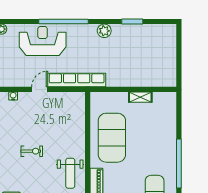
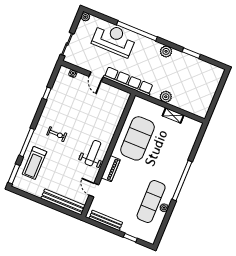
plant: (124, 80) -> (166, 97), added
door: (40, 89) -> (96, 77), swing flipped
exercise bike: (32, 151) -> (57, 134), moved
weight bench: (70, 173) -> (93, 153), turned 180

